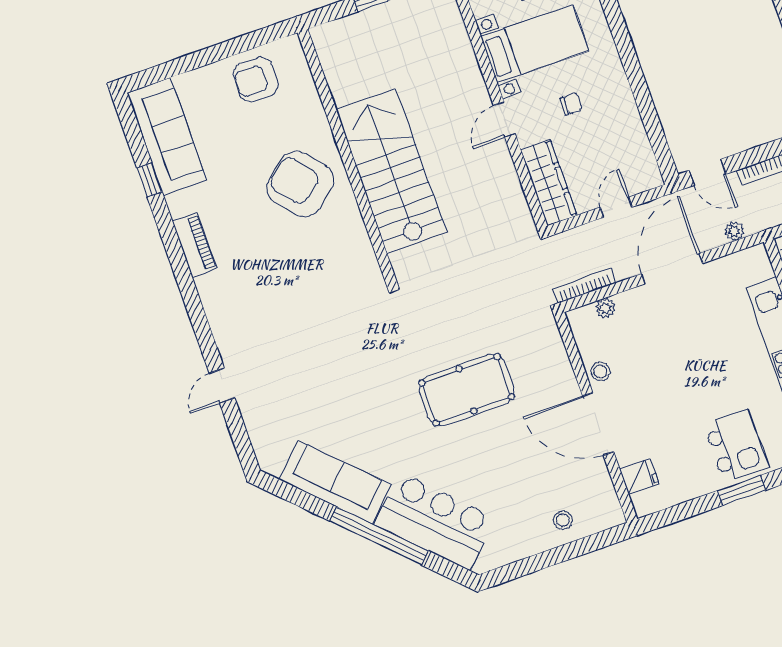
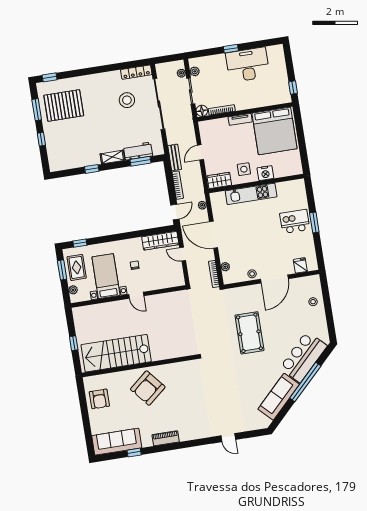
stairs: (391, 171) -> (116, 353), moved
wardrobe: (549, 182) -> (160, 241), moved, turned 180

